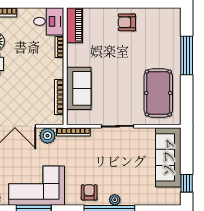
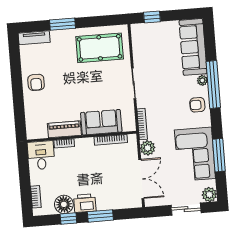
tv unit: (175, 24) -> (34, 38), added
piano: (74, 25) -> (64, 129), moved
window: (187, 56) -> (63, 24), width x0.69
sofa: (168, 157) -> (193, 47), moved, turned 90
window: (187, 183) -> (152, 17), moved

